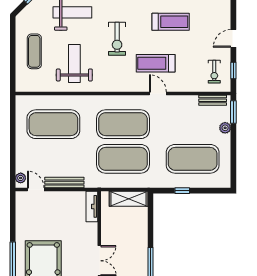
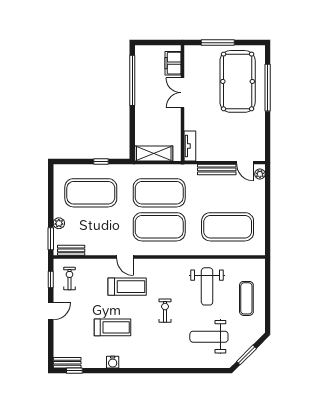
treadmill: (171, 22) -> (112, 327), turned 180
exercise bike: (117, 39) -> (165, 311), width x0.73, depth x0.72

